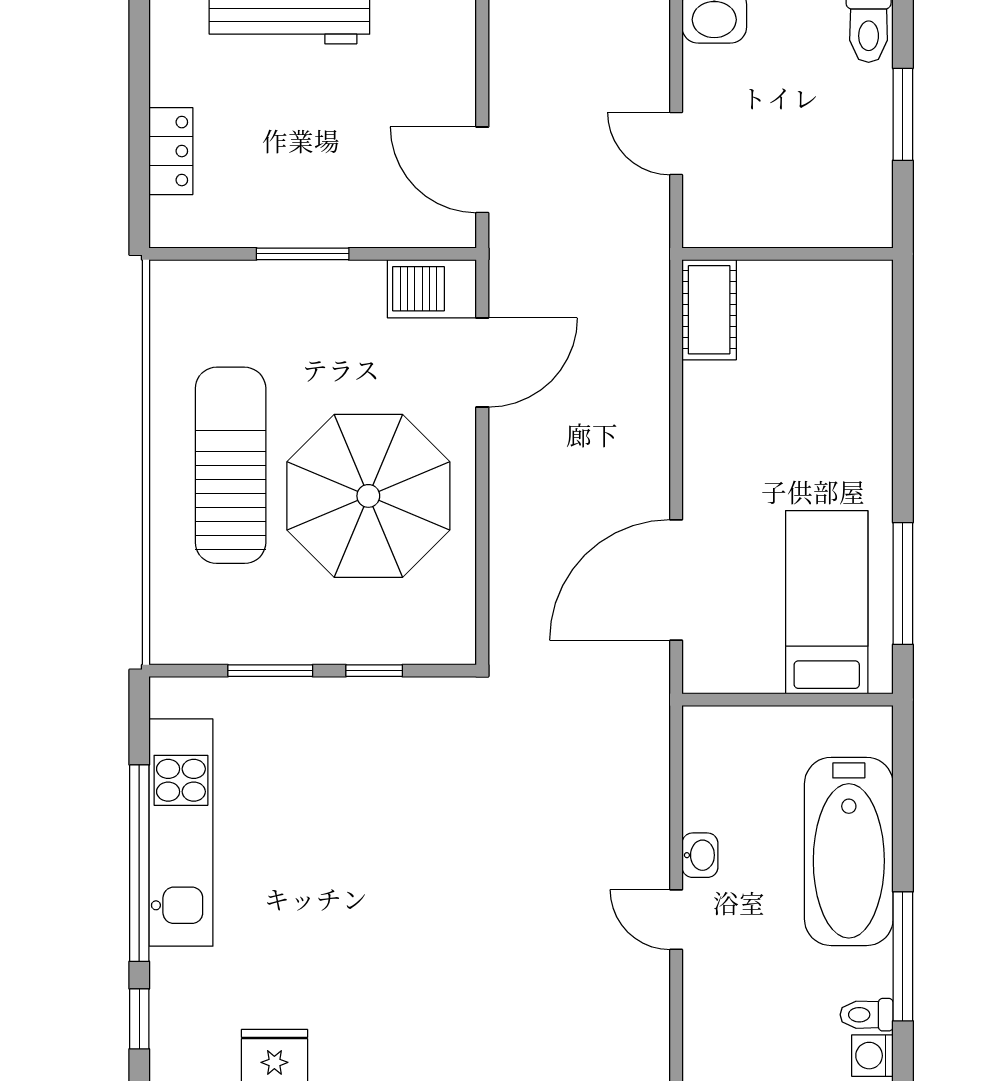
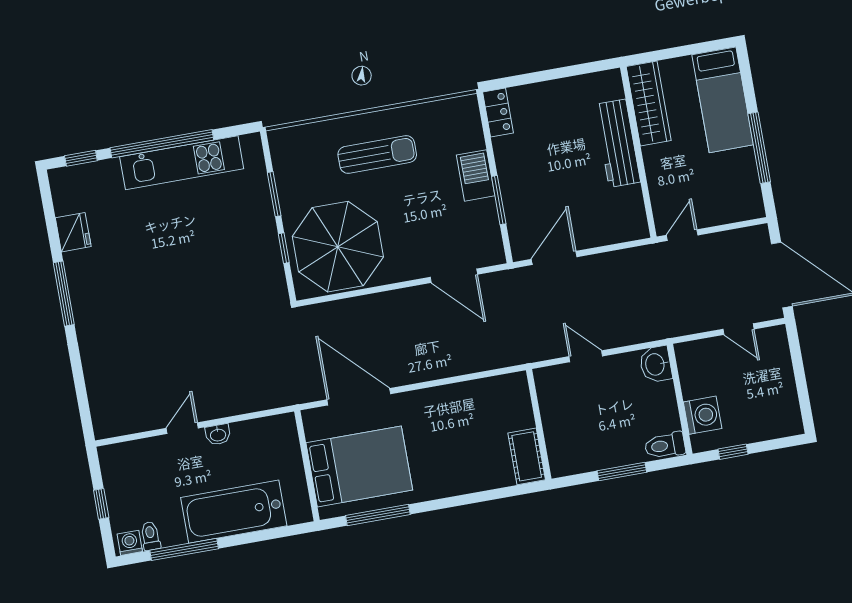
door: (676, 144) -> (586, 356), hinge flipped
locker: (171, 151) -> (498, 112), moved, turned -90
window: (303, 254) -> (499, 200), moved
barbecue: (432, 289) -> (476, 175), moved
cot: (709, 310) -> (527, 456), moved, turned 90
sun lounger: (231, 465) -> (377, 154), width x0.73, depth x0.75
parasol: (368, 496) -> (338, 247), moved
bed: (827, 602) -> (359, 466), width x1.50

